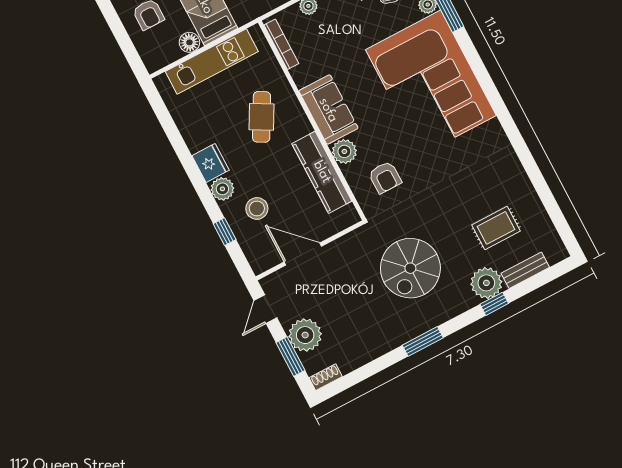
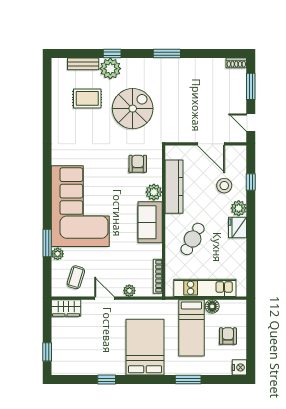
spiral stairs: (410, 268) -> (133, 109), moved
door: (265, 309) -> (251, 123), swing flipped
plant: (305, 335) -> (235, 95), removed

